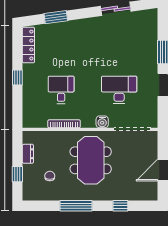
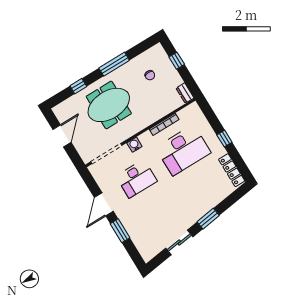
window: (56, 17) -> (208, 219), moved
desk: (61, 90) -> (183, 150), width x1.87, depth x1.30
dresser: (28, 154) -> (185, 93), moved
meeting table: (91, 160) -> (109, 105), moved, turned 90

